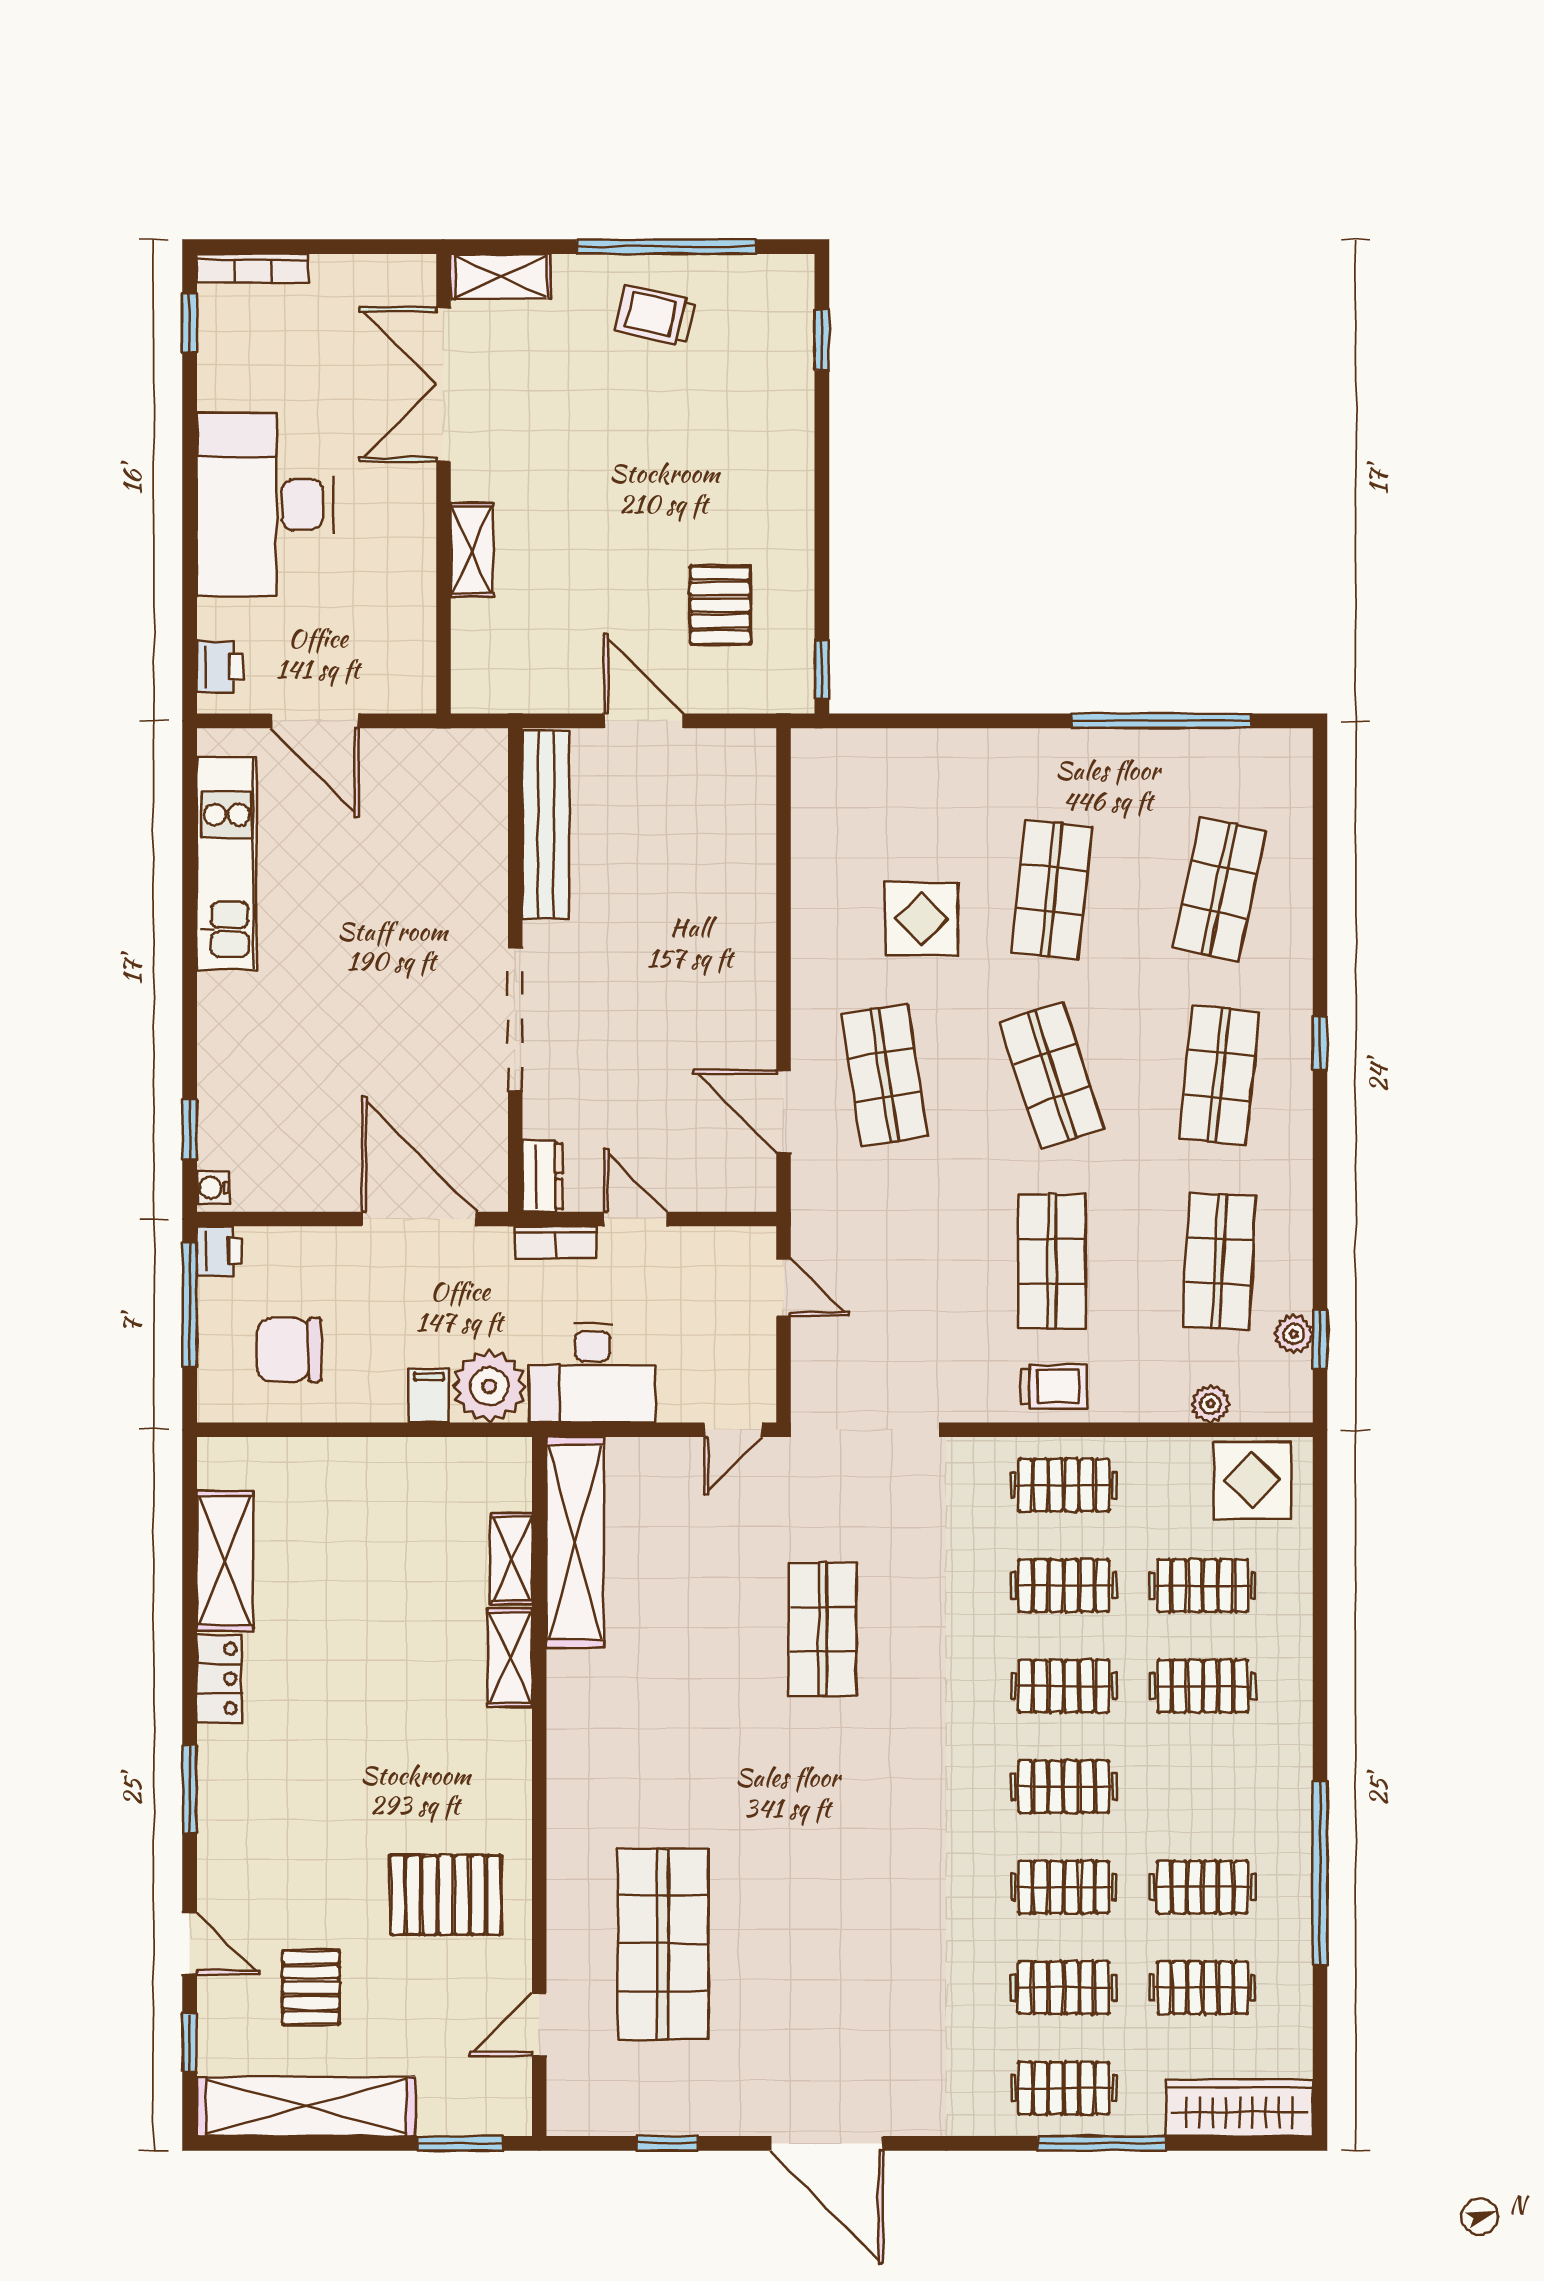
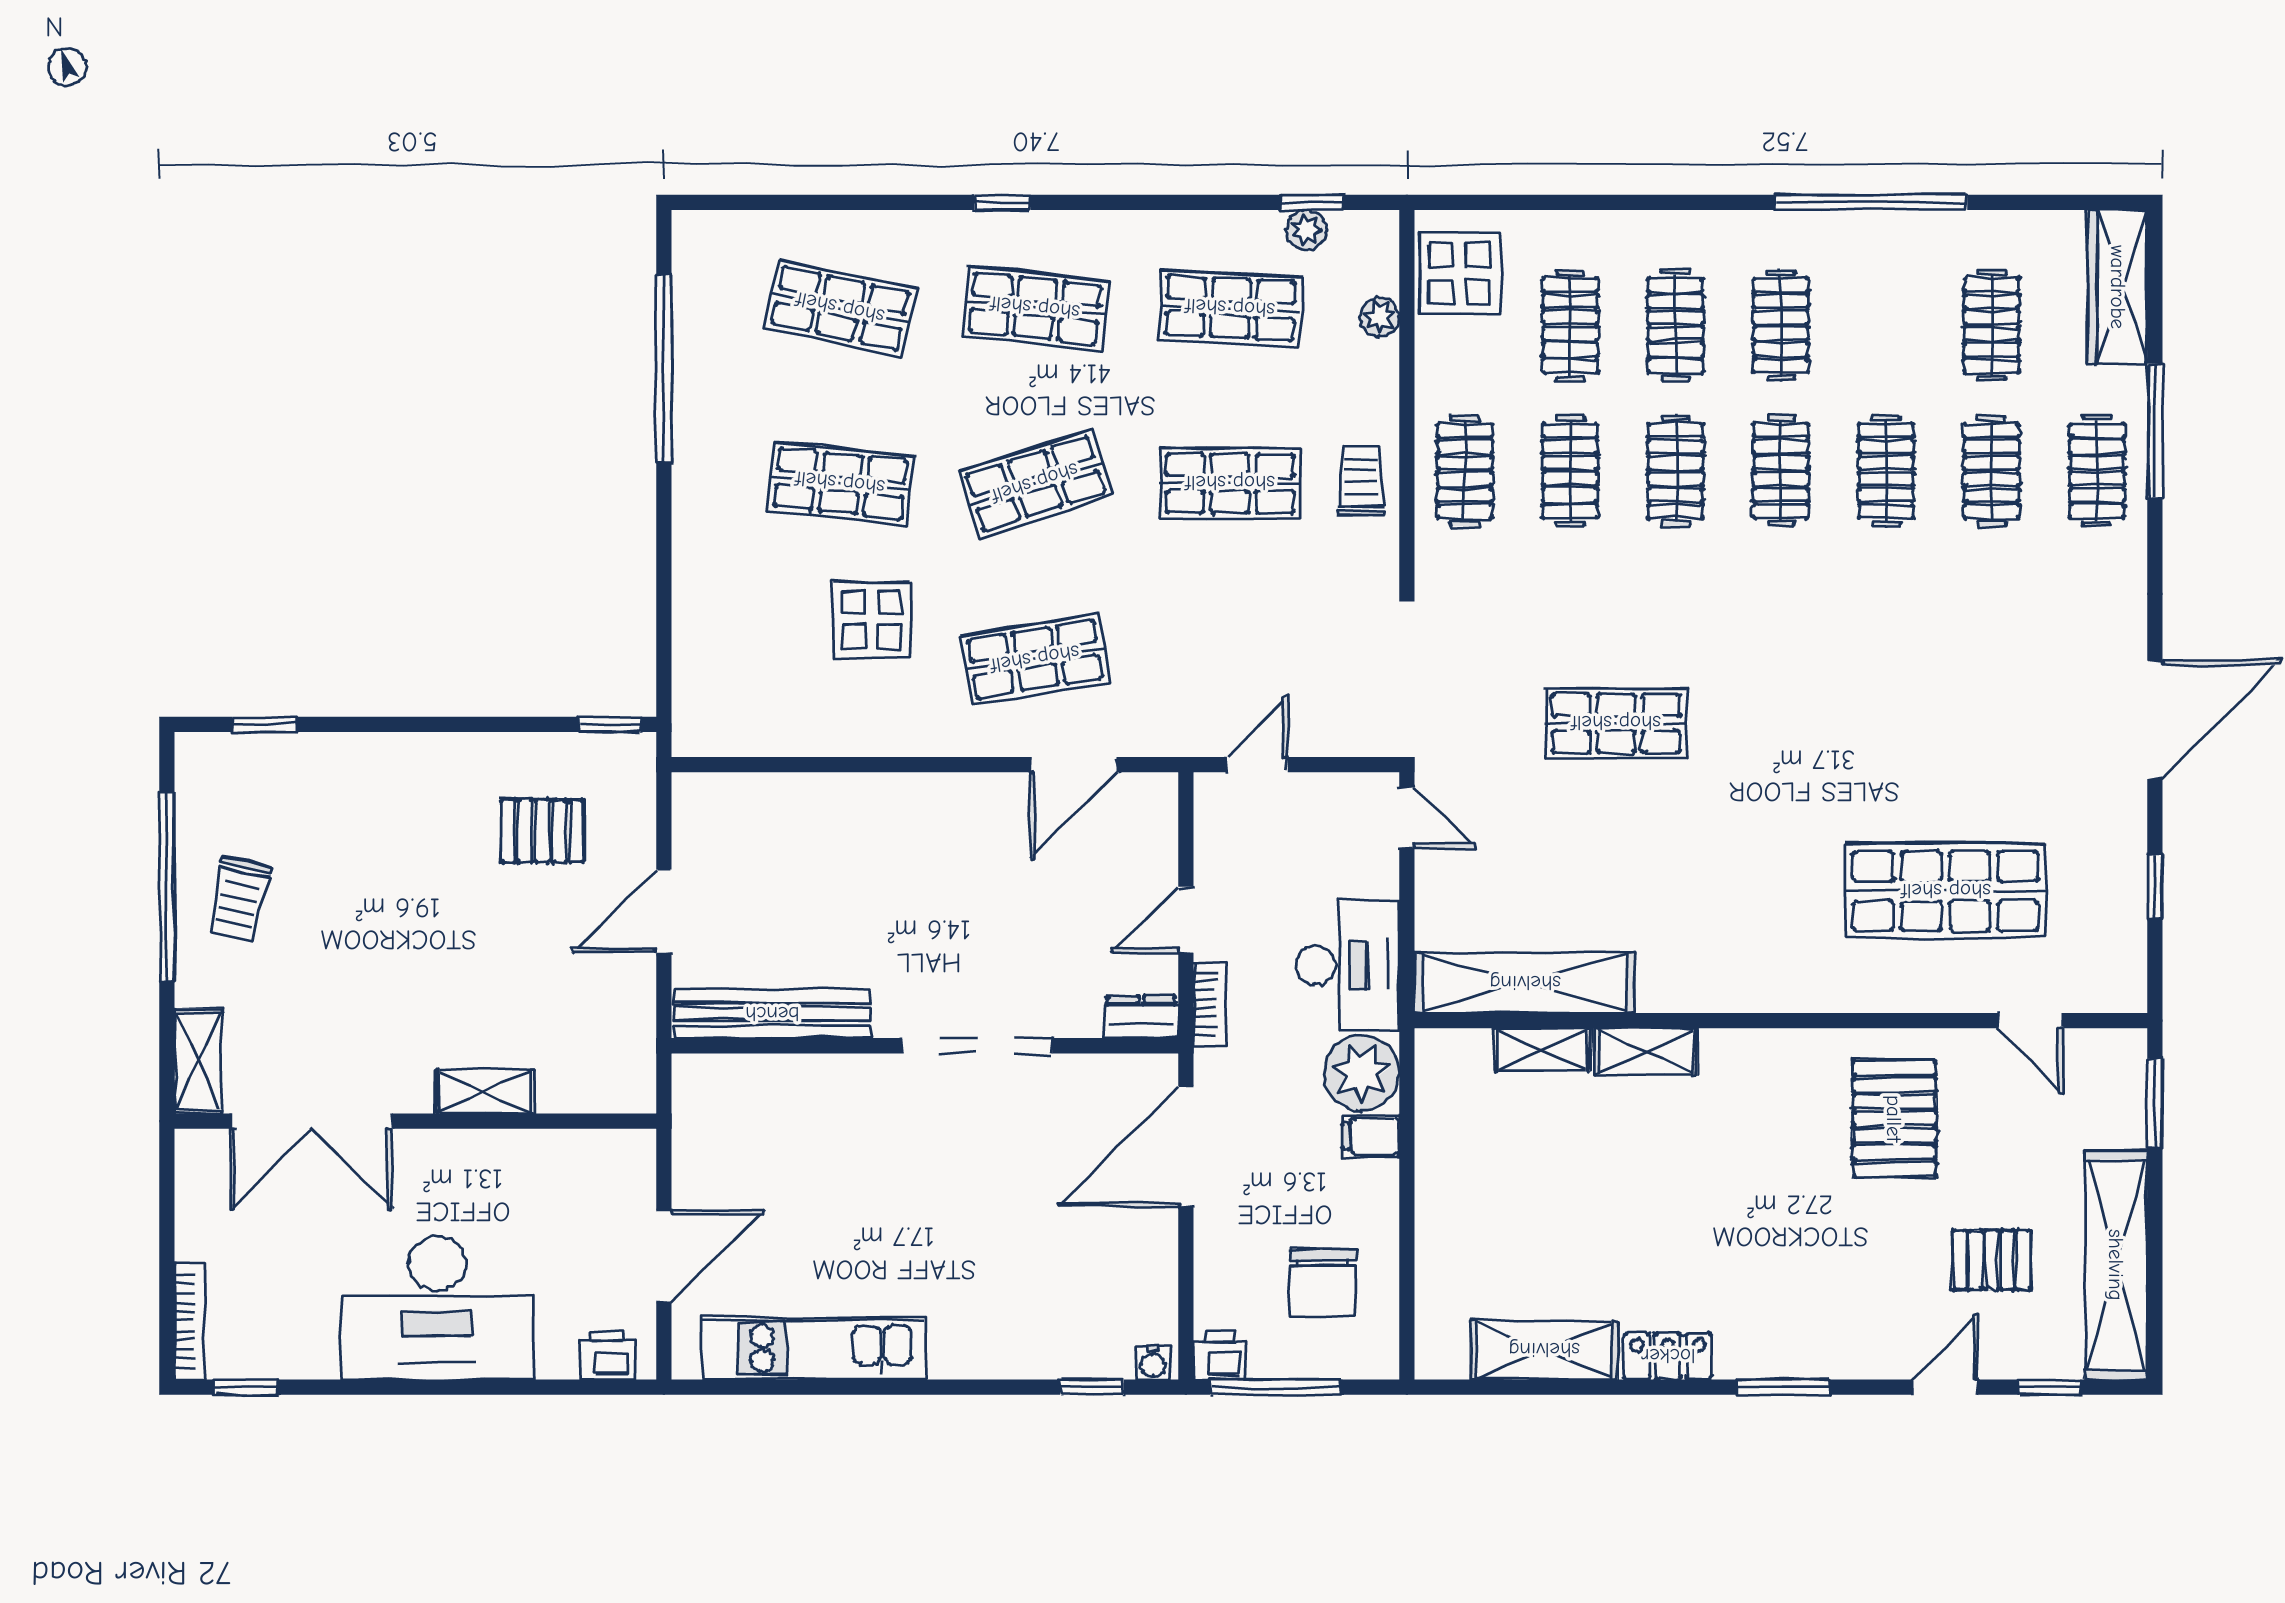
clothes rail: (1203, 1887) -> (1781, 325), moved

